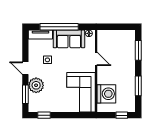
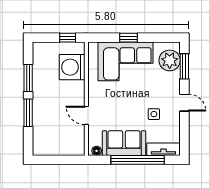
window: (138, 50) -> (28, 113), moved
plant: (36, 85) -> (170, 60), moved
corner sofa: (81, 92) -> (125, 61), moved, turned 90
window: (44, 115) -> (128, 38), moved
window: (122, 115) -> (68, 38), moved

